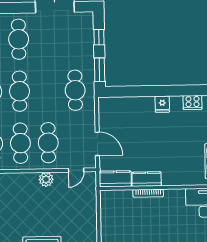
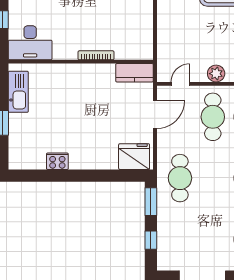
cooker: (192, 102) -> (57, 161), moved
fridge: (162, 104) -> (134, 157), moved, width x1.88, depth x1.34
door: (97, 144) -> (155, 114), swing flipped
kitchen counter: (147, 179) -> (98, 72), removed

